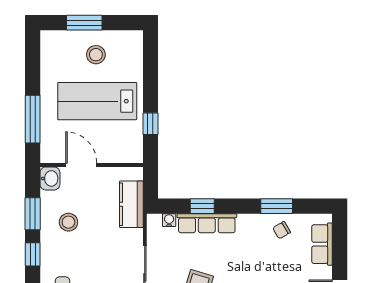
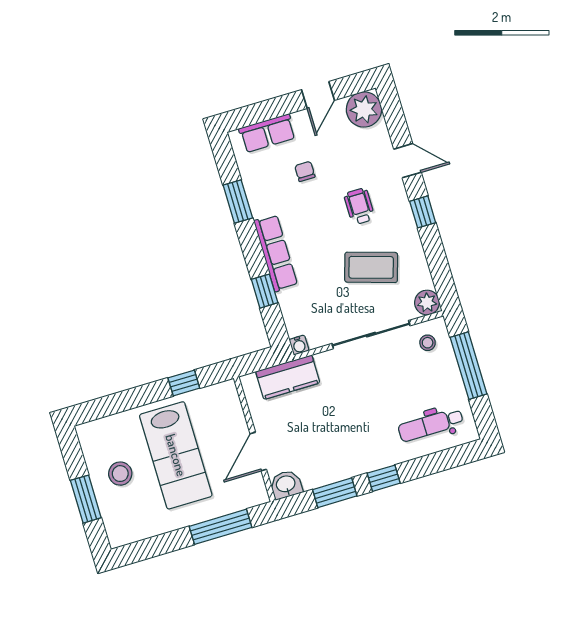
water cooler: (169, 220) -> (299, 345), moved, turned -90
stool: (68, 222) -> (332, 446), removed
row of seats: (207, 223) -> (276, 253), moved
chair: (282, 230) -> (305, 171), moved, turned -149

